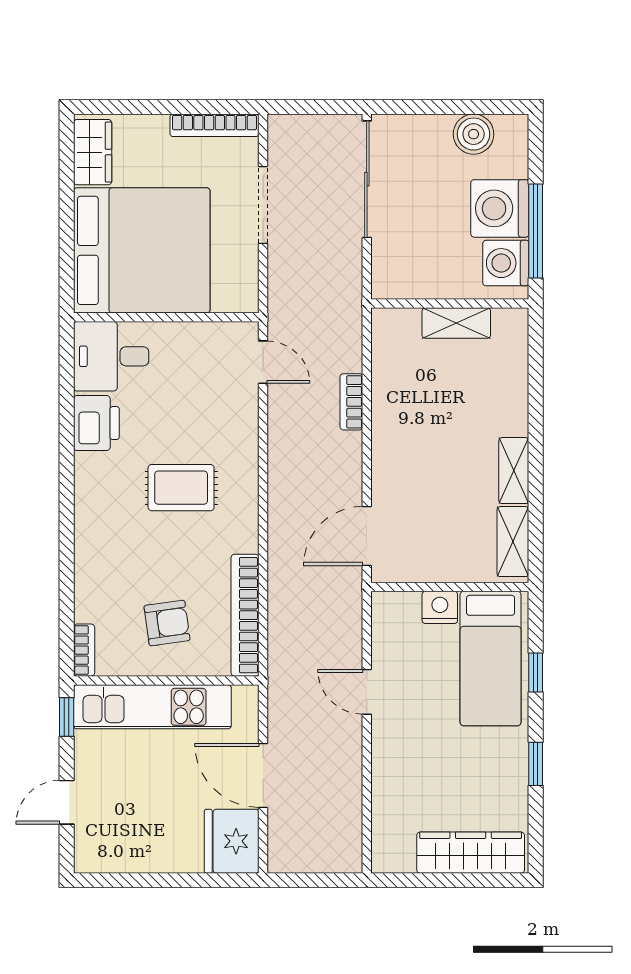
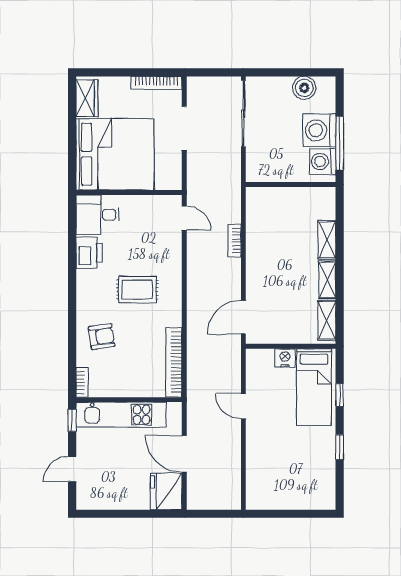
shelving: (456, 323) -> (327, 240), moved, turned 90
armchair: (167, 623) -> (102, 337), moved
wardrobe: (471, 853) -> (303, 498), removed

